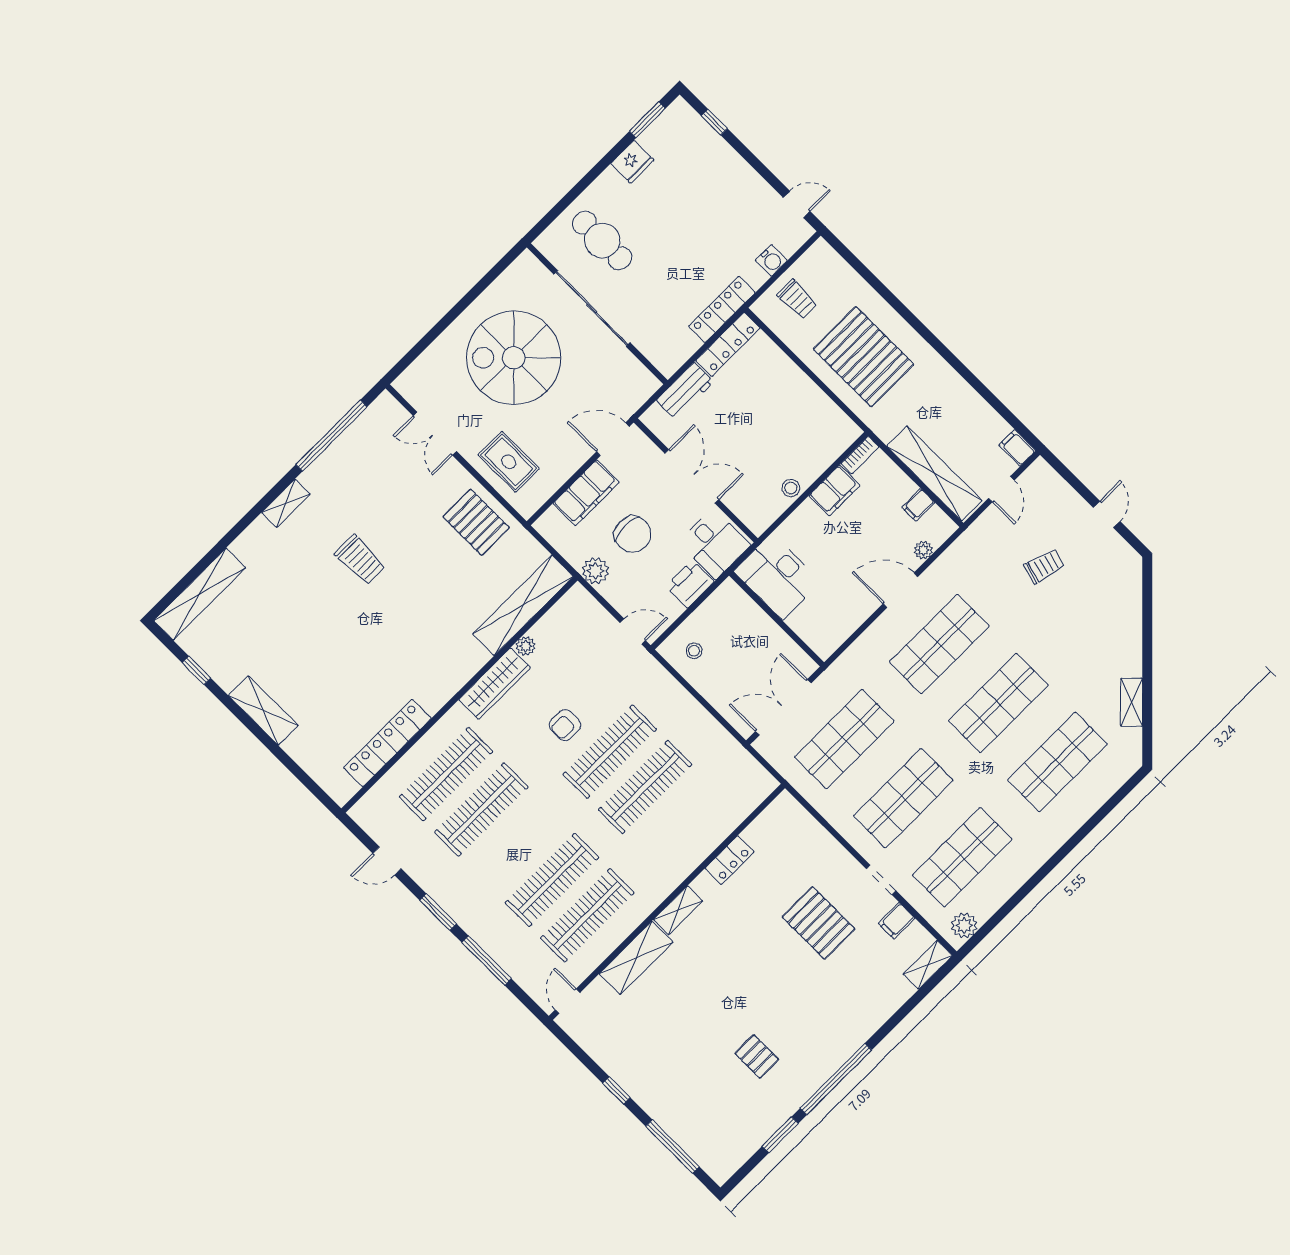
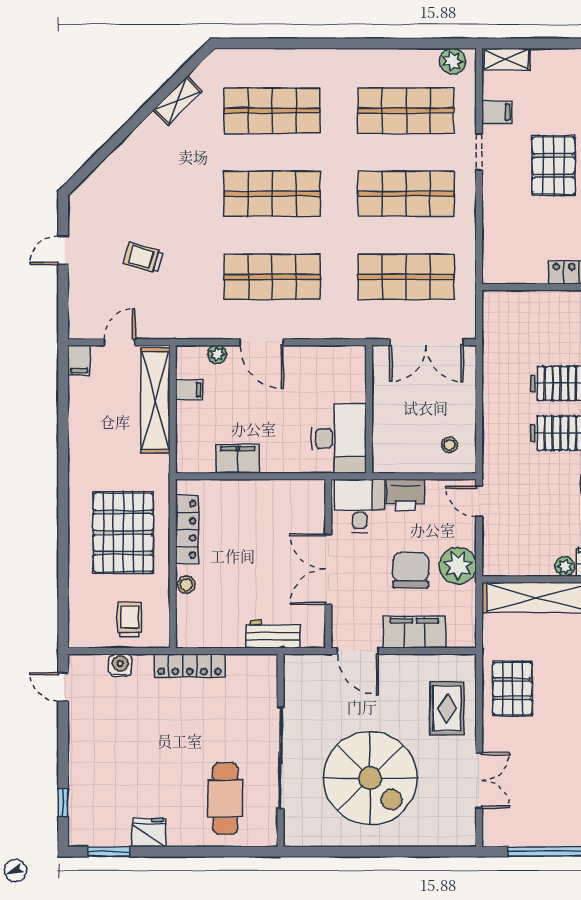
locker: (728, 344) -> (187, 529), moved, turned 90
bookcase: (860, 455) -> (195, 466), removed
stool: (791, 488) -> (186, 585), moved
plant: (595, 571) -> (458, 566), width x1.36, depth x1.36

